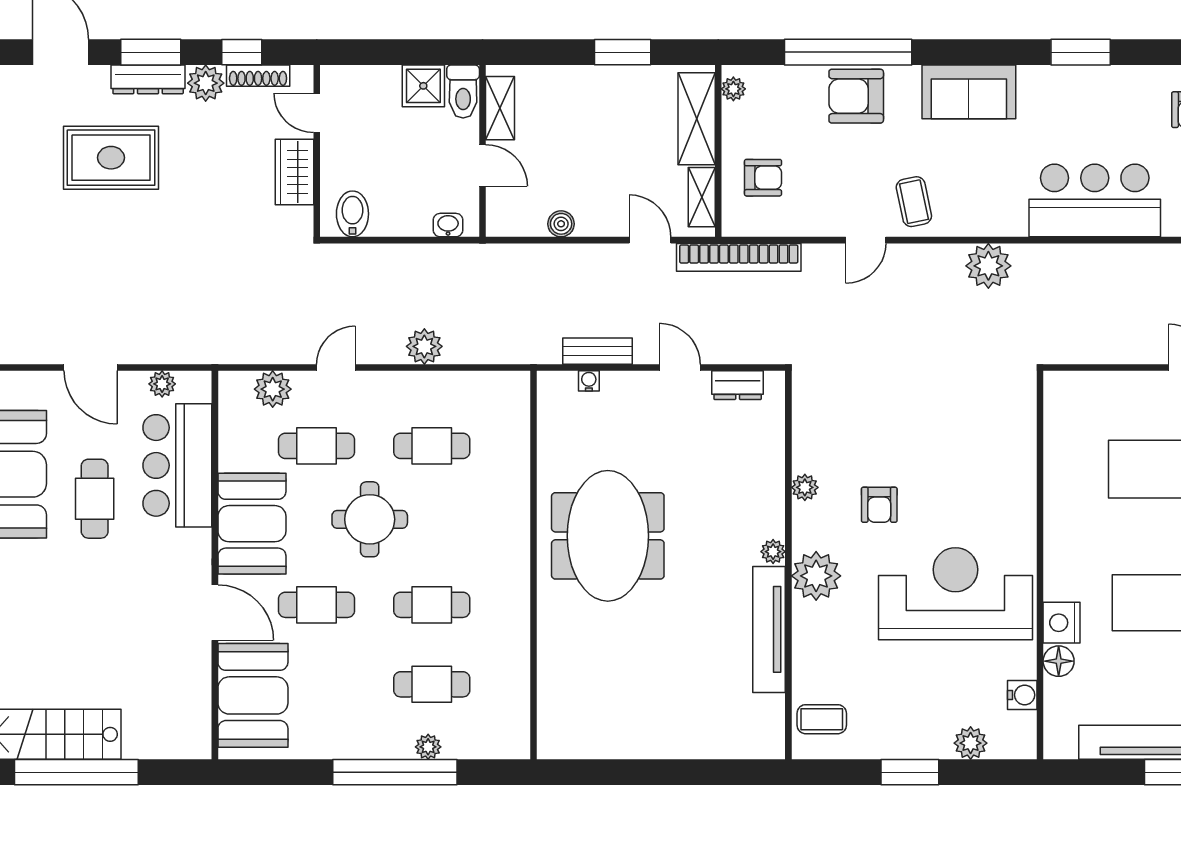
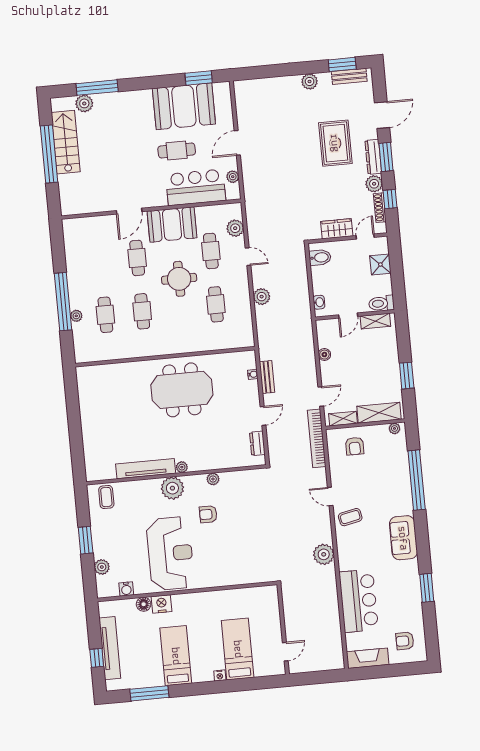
shower: (423, 86) -> (380, 264), moved
armchair: (856, 96) -> (397, 486), removed
booth: (253, 695) -> (92, 232), removed

